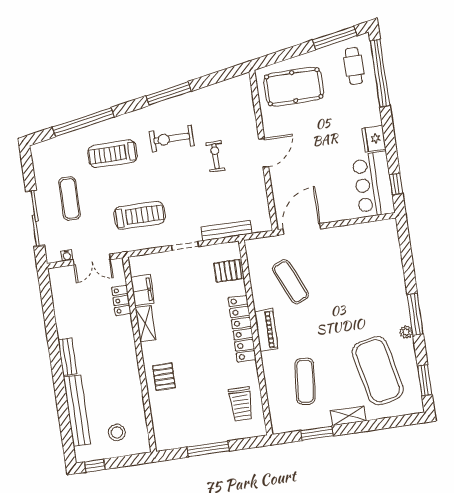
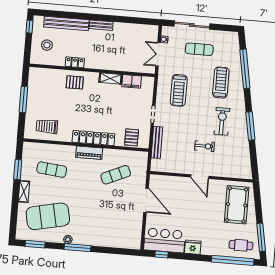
door: (302, 229) -> (146, 200), moved
locker: (121, 301) -> (75, 62), moved

